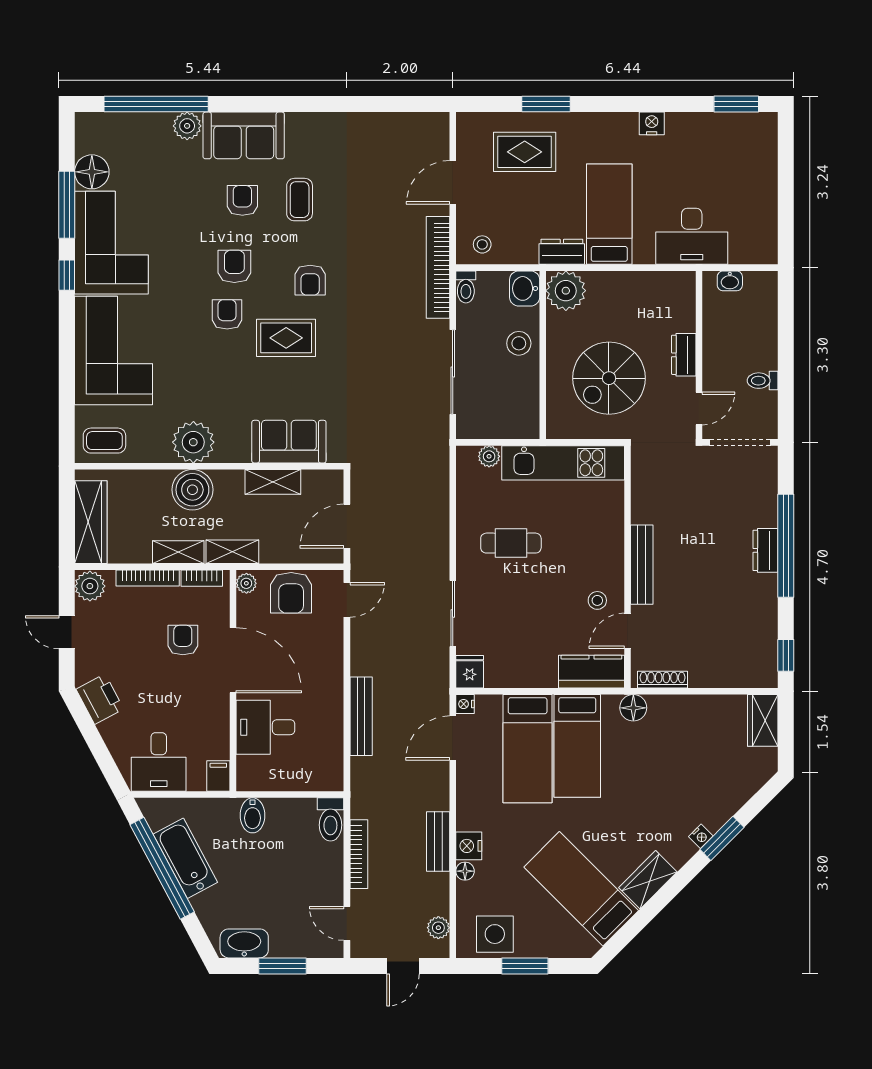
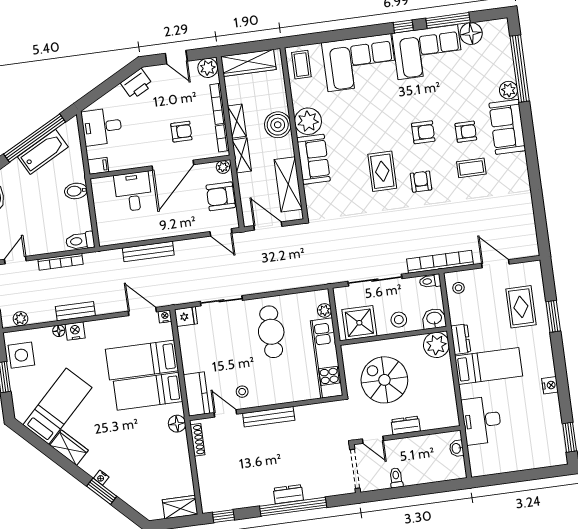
armchair: (310, 280) -> (421, 182), turned 90
armchair: (227, 314) -> (392, 132), removed
shower: (515, 405) -> (359, 323), added
sofa: (289, 442) -> (314, 159), moved
shelving: (273, 482) -> (288, 184), width x1.50, depth x1.33
cafe table: (511, 543) -> (271, 332), width x1.37, depth x1.35
door: (67, 632) -> (176, 57), swing flipped

